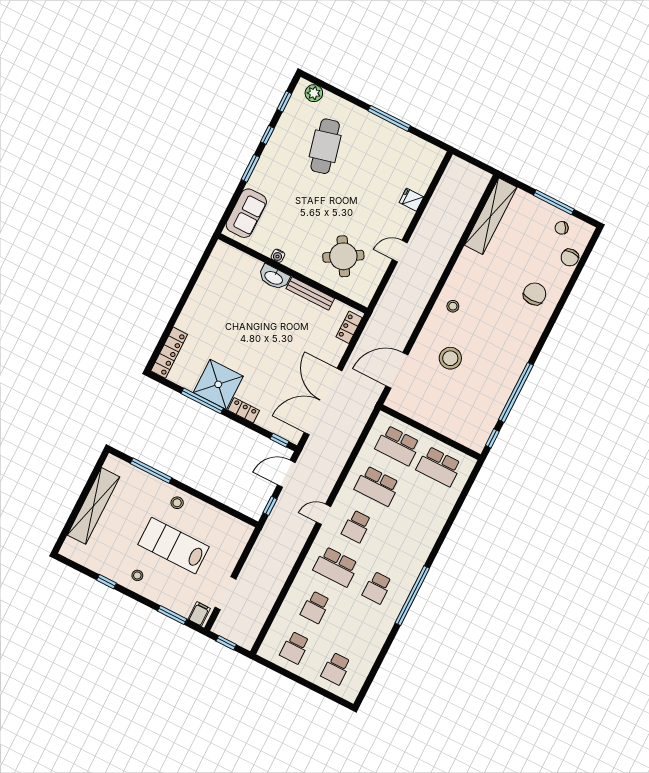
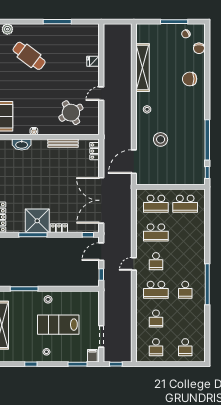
cafe table: (325, 146) -> (29, 56), turned -39
shelving: (491, 216) -> (142, 68), moved
washbasin: (274, 277) -> (22, 145), moved
chair: (535, 294) -> (190, 79), turned -90

